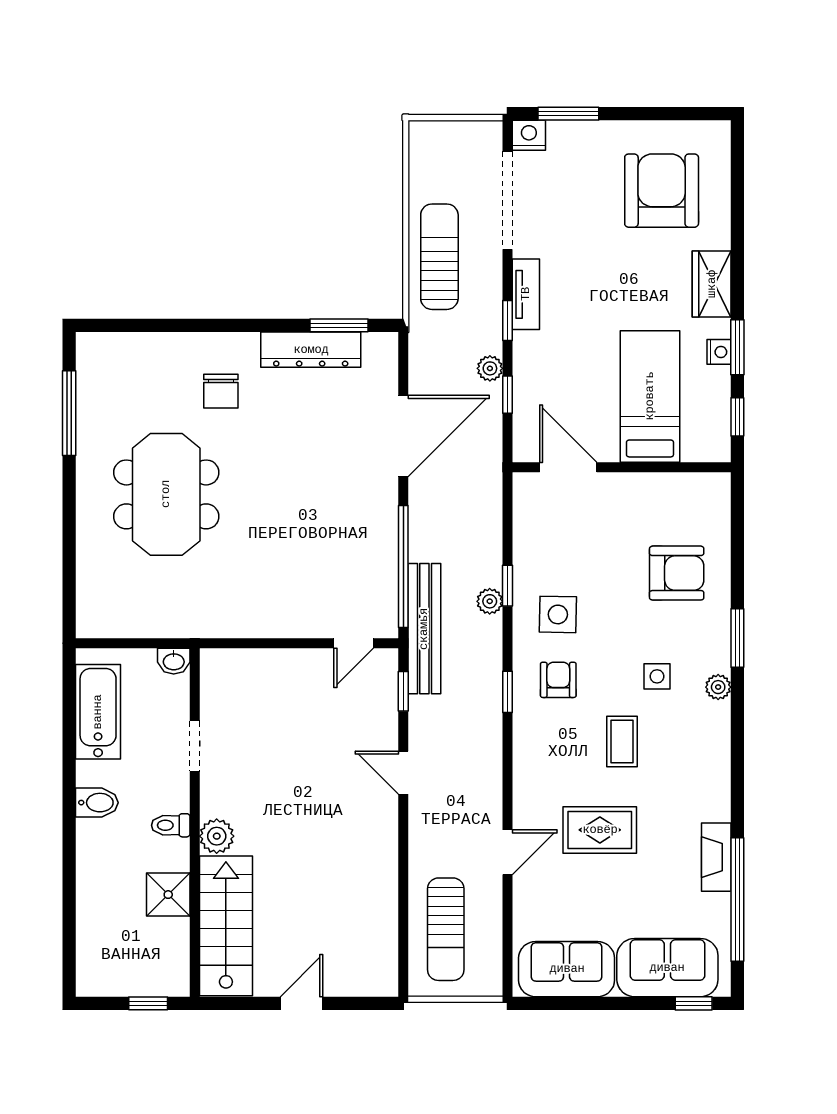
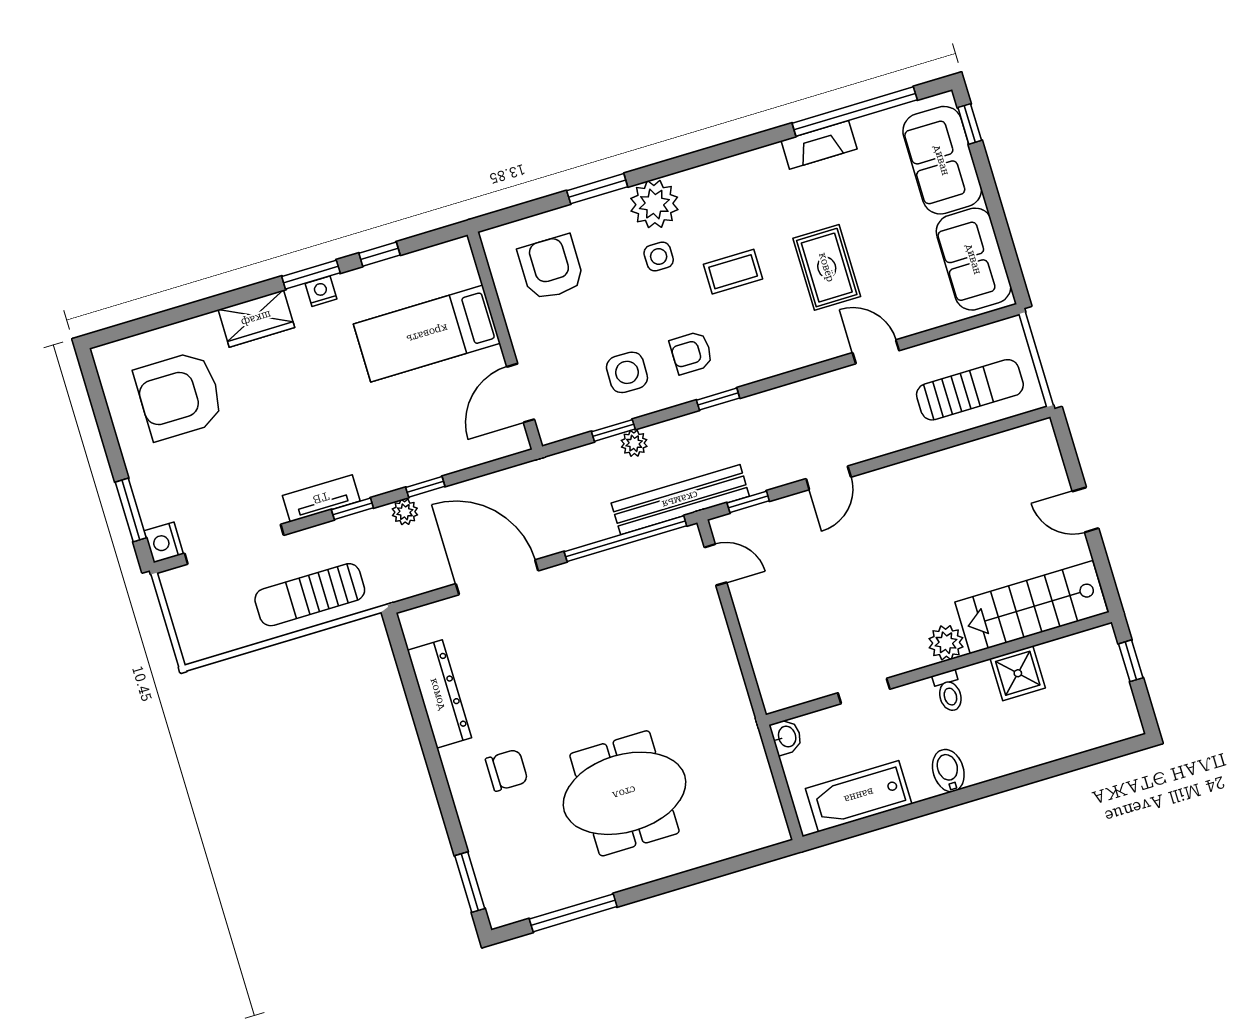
window: (339, 325) -> (470, 882), moved
bed: (650, 396) -> (427, 334), moved
door: (568, 467) -> (521, 393), moved
wall: (622, 467) -> (505, 341), moved
plant: (718, 687) -> (654, 204), width x1.88, depth x1.88

